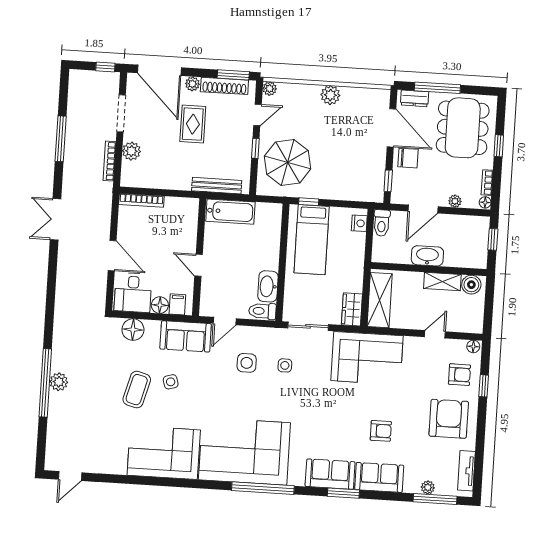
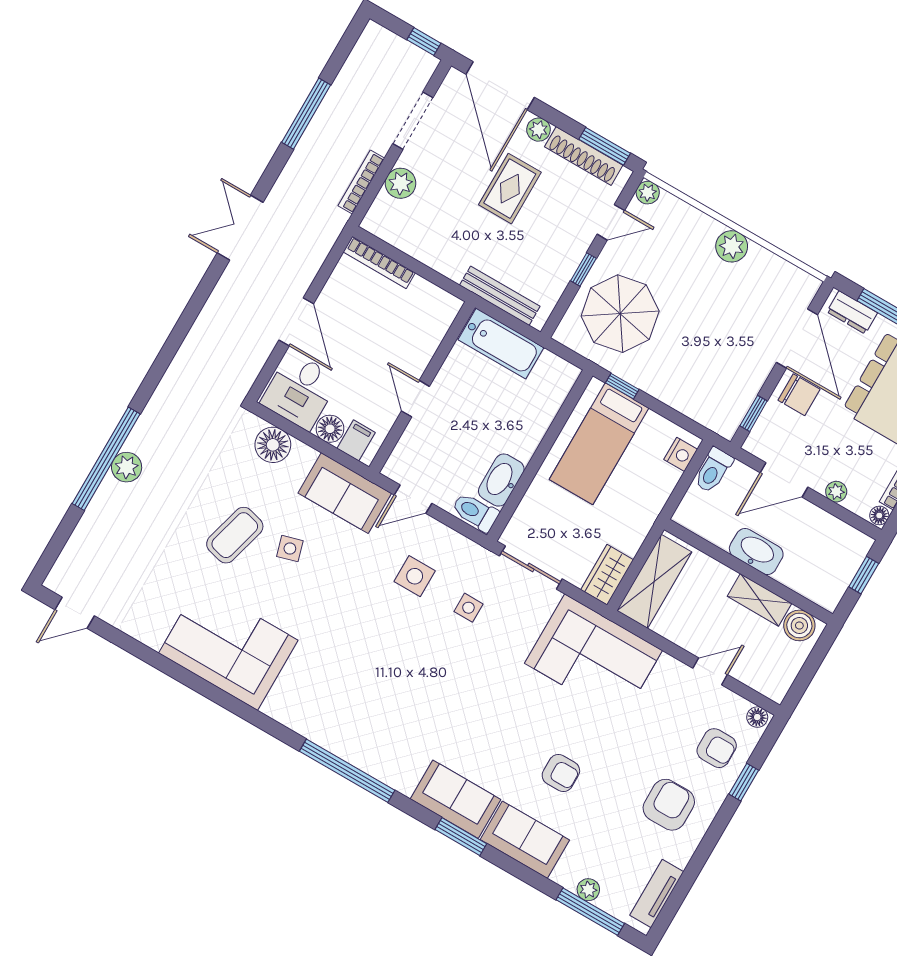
armchair: (449, 419) -> (669, 805), width x0.73, depth x0.73
corner sofa: (244, 451) -> (347, 704), removed

